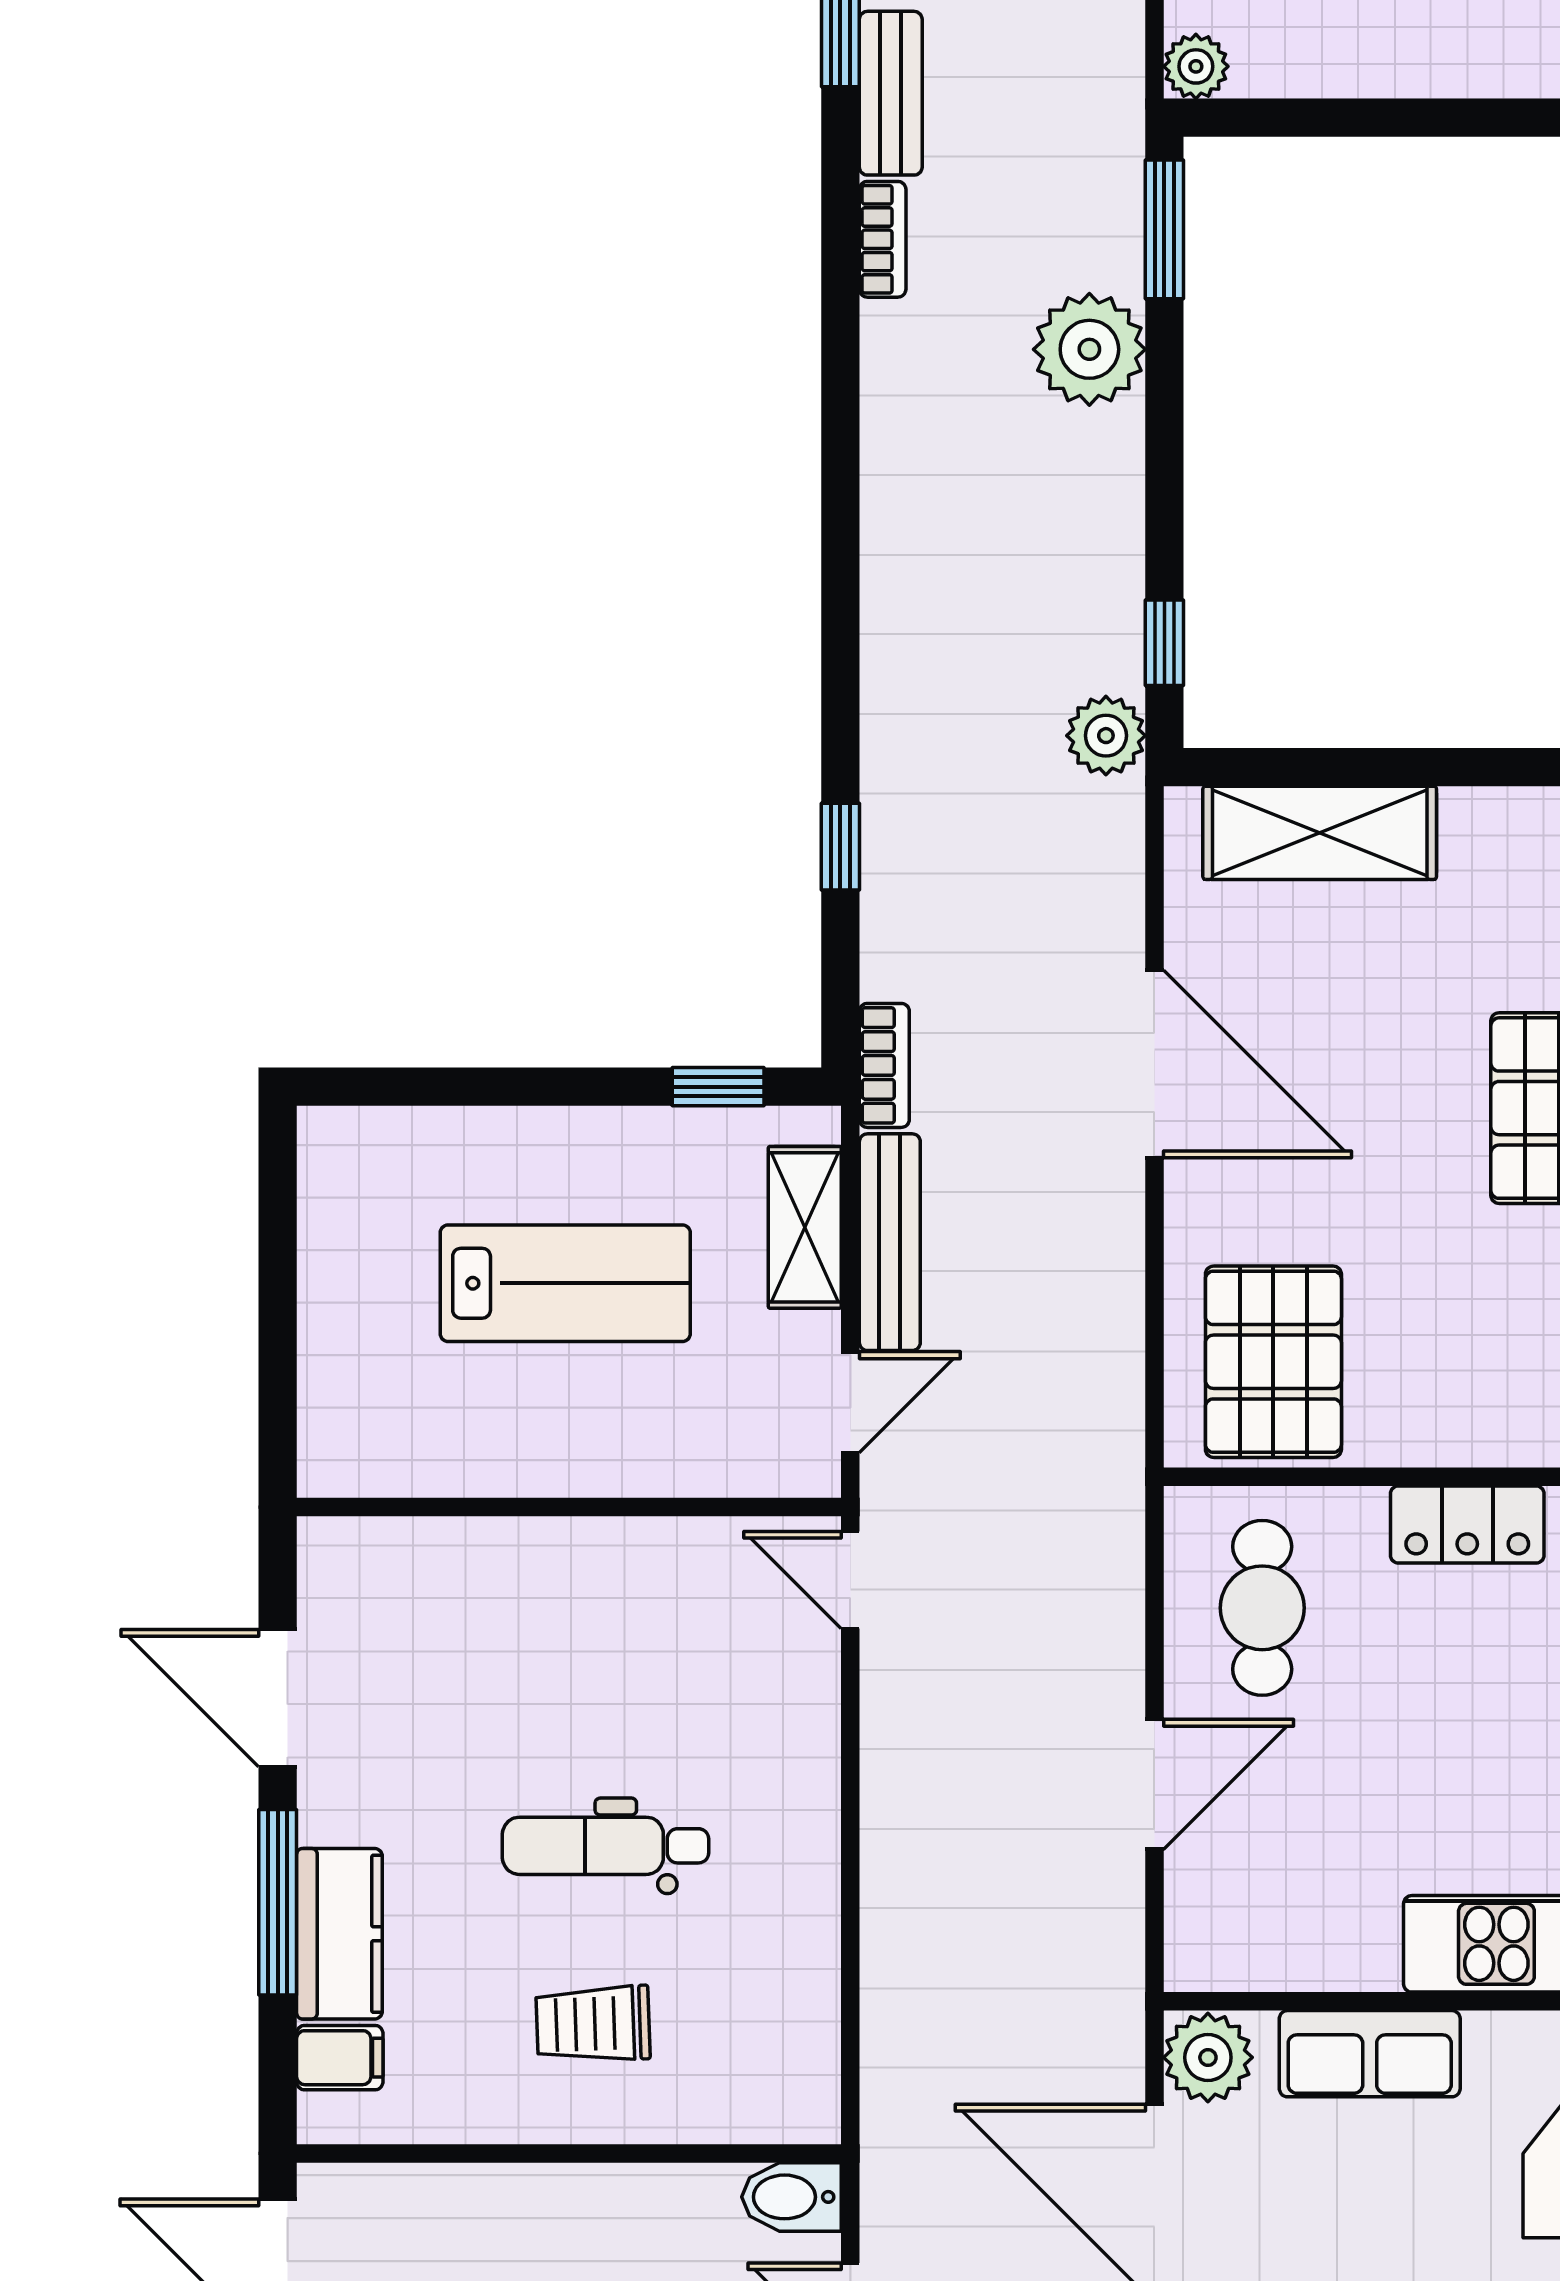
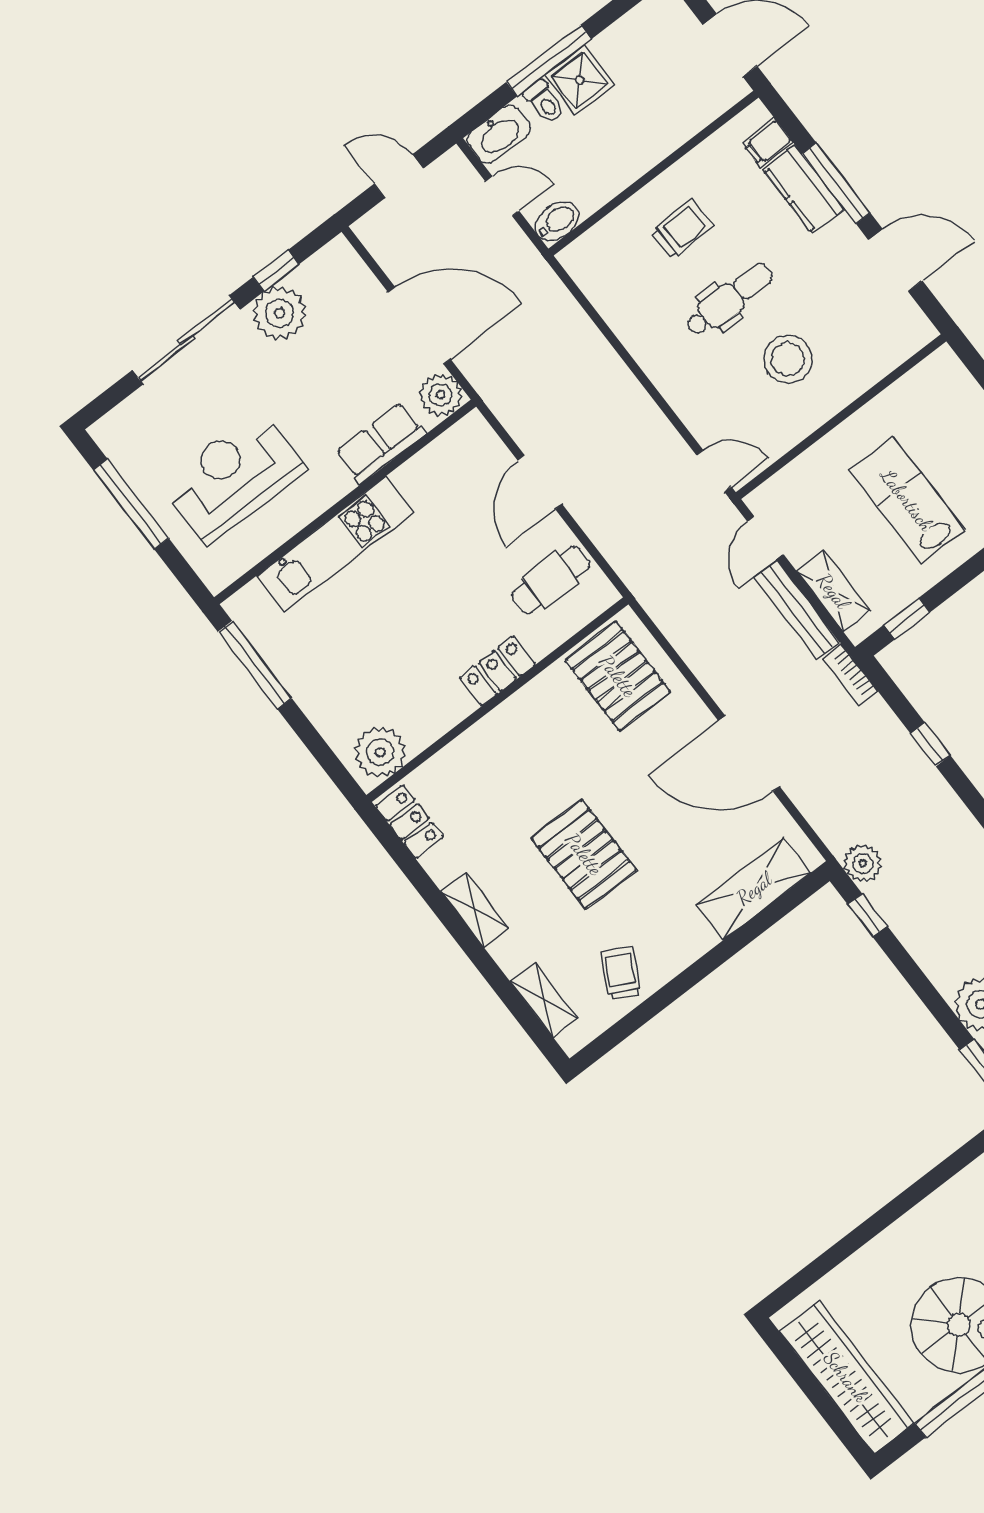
lab bench: (565, 1283) -> (907, 500), turned 90
cafe table: (1262, 1608) -> (551, 580), turned 90
stool: (584, 1671) -> (788, 359), added

